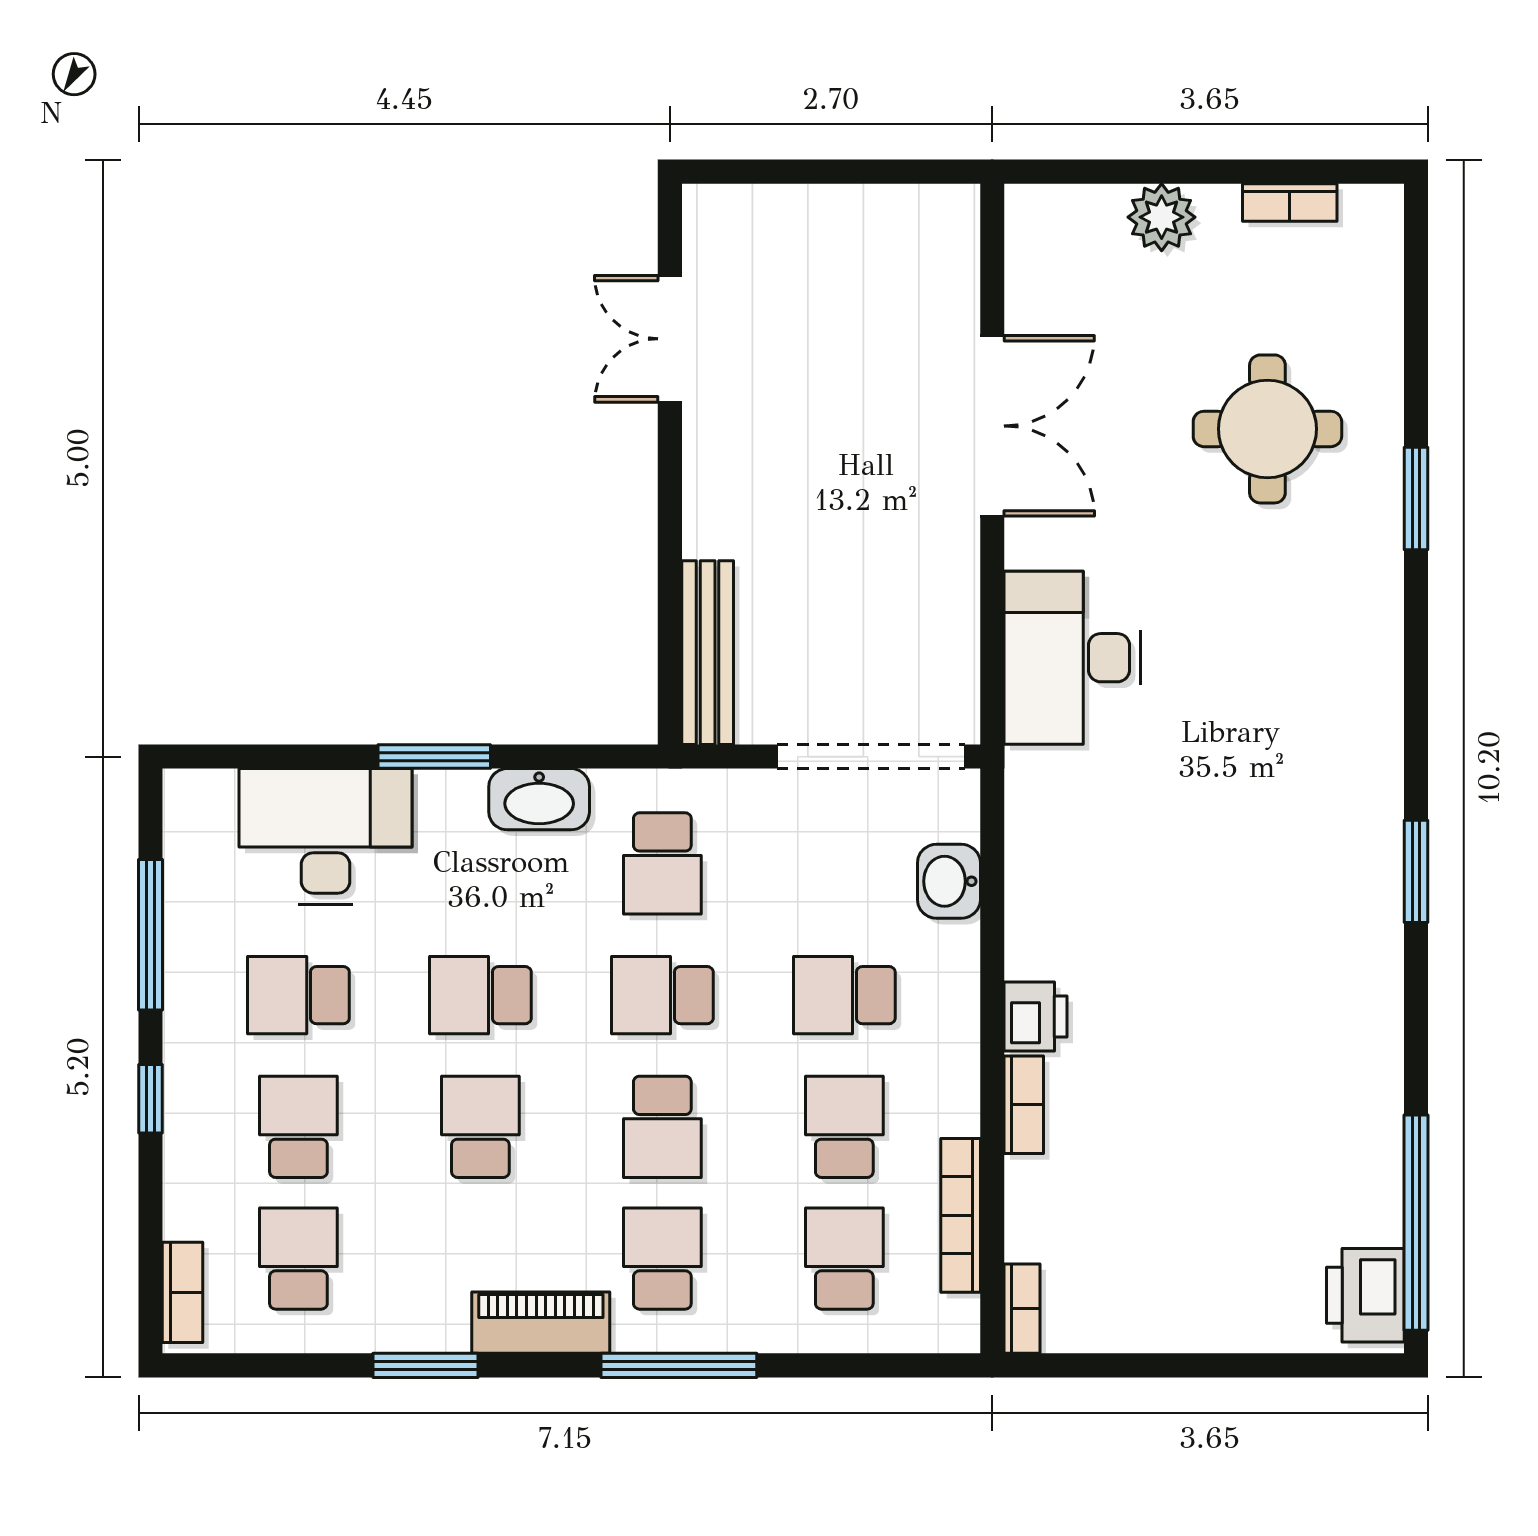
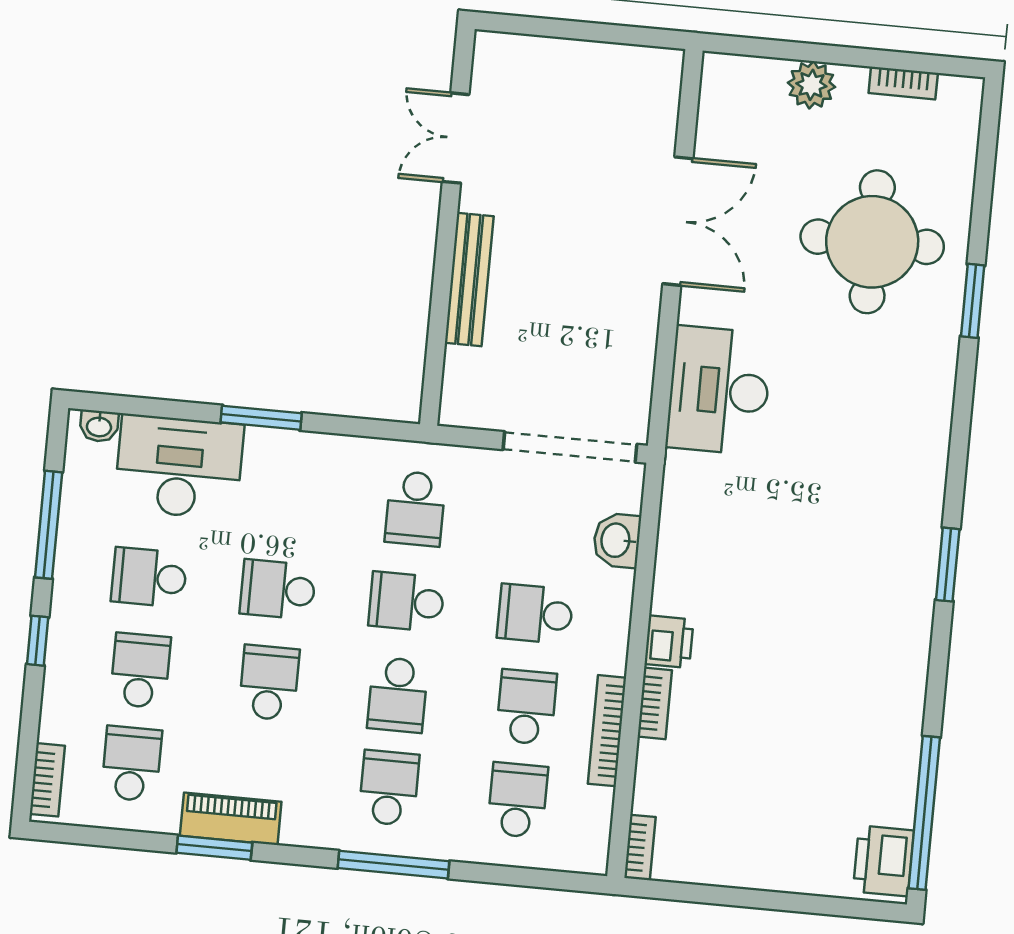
round table: (1267, 429) -> (872, 242), width x1.36, depth x1.36
bench: (708, 653) -> (469, 279), moved
washbasin: (539, 799) -> (99, 426), moved, width x0.52, depth x0.69
bookcase: (961, 1215) -> (607, 731), moved
piano: (541, 1323) -> (231, 819), moved

